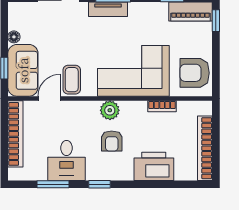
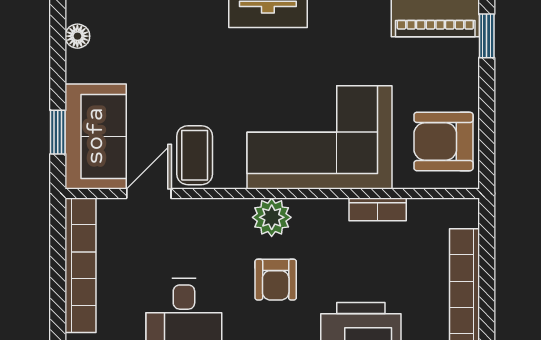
floor lamp: (14, 37) -> (77, 36), moved

